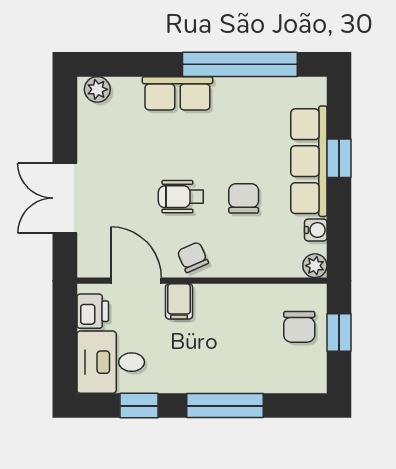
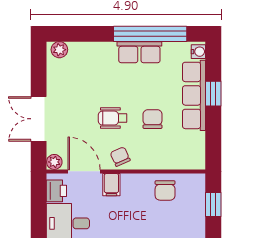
row of seats: (177, 93) -> (139, 52), moved
water cooler: (316, 230) -> (198, 52), moved
plant: (315, 266) -> (54, 162), moved
chair: (299, 327) -> (165, 190), moved

